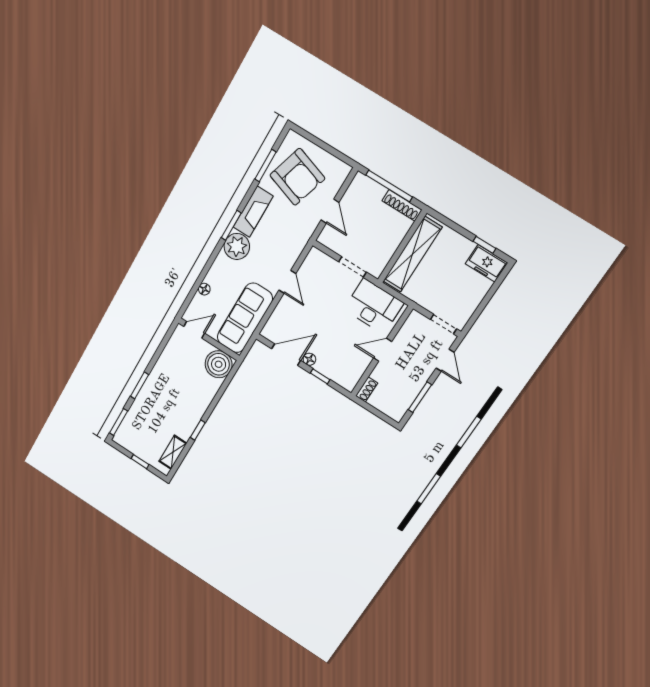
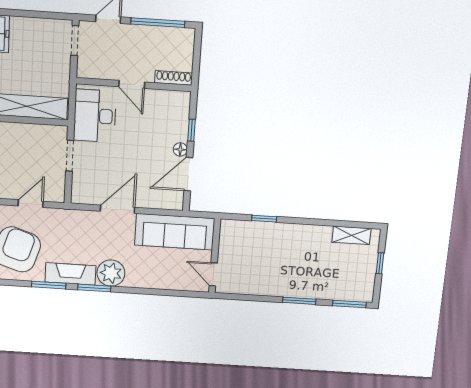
window: (265, 166) -> (49, 285), moved
door: (287, 282) -> (117, 209), width x1.38
floor lamp: (204, 289) -> (168, 284), removed
door: (286, 355) -> (188, 174), hinge flipped
boiler: (219, 364) -> (234, 234), removed
shoe rack: (367, 389) -> (174, 78), width x1.43
window: (420, 397) -> (158, 23), width x1.44
window: (198, 430) -> (264, 219), moved

